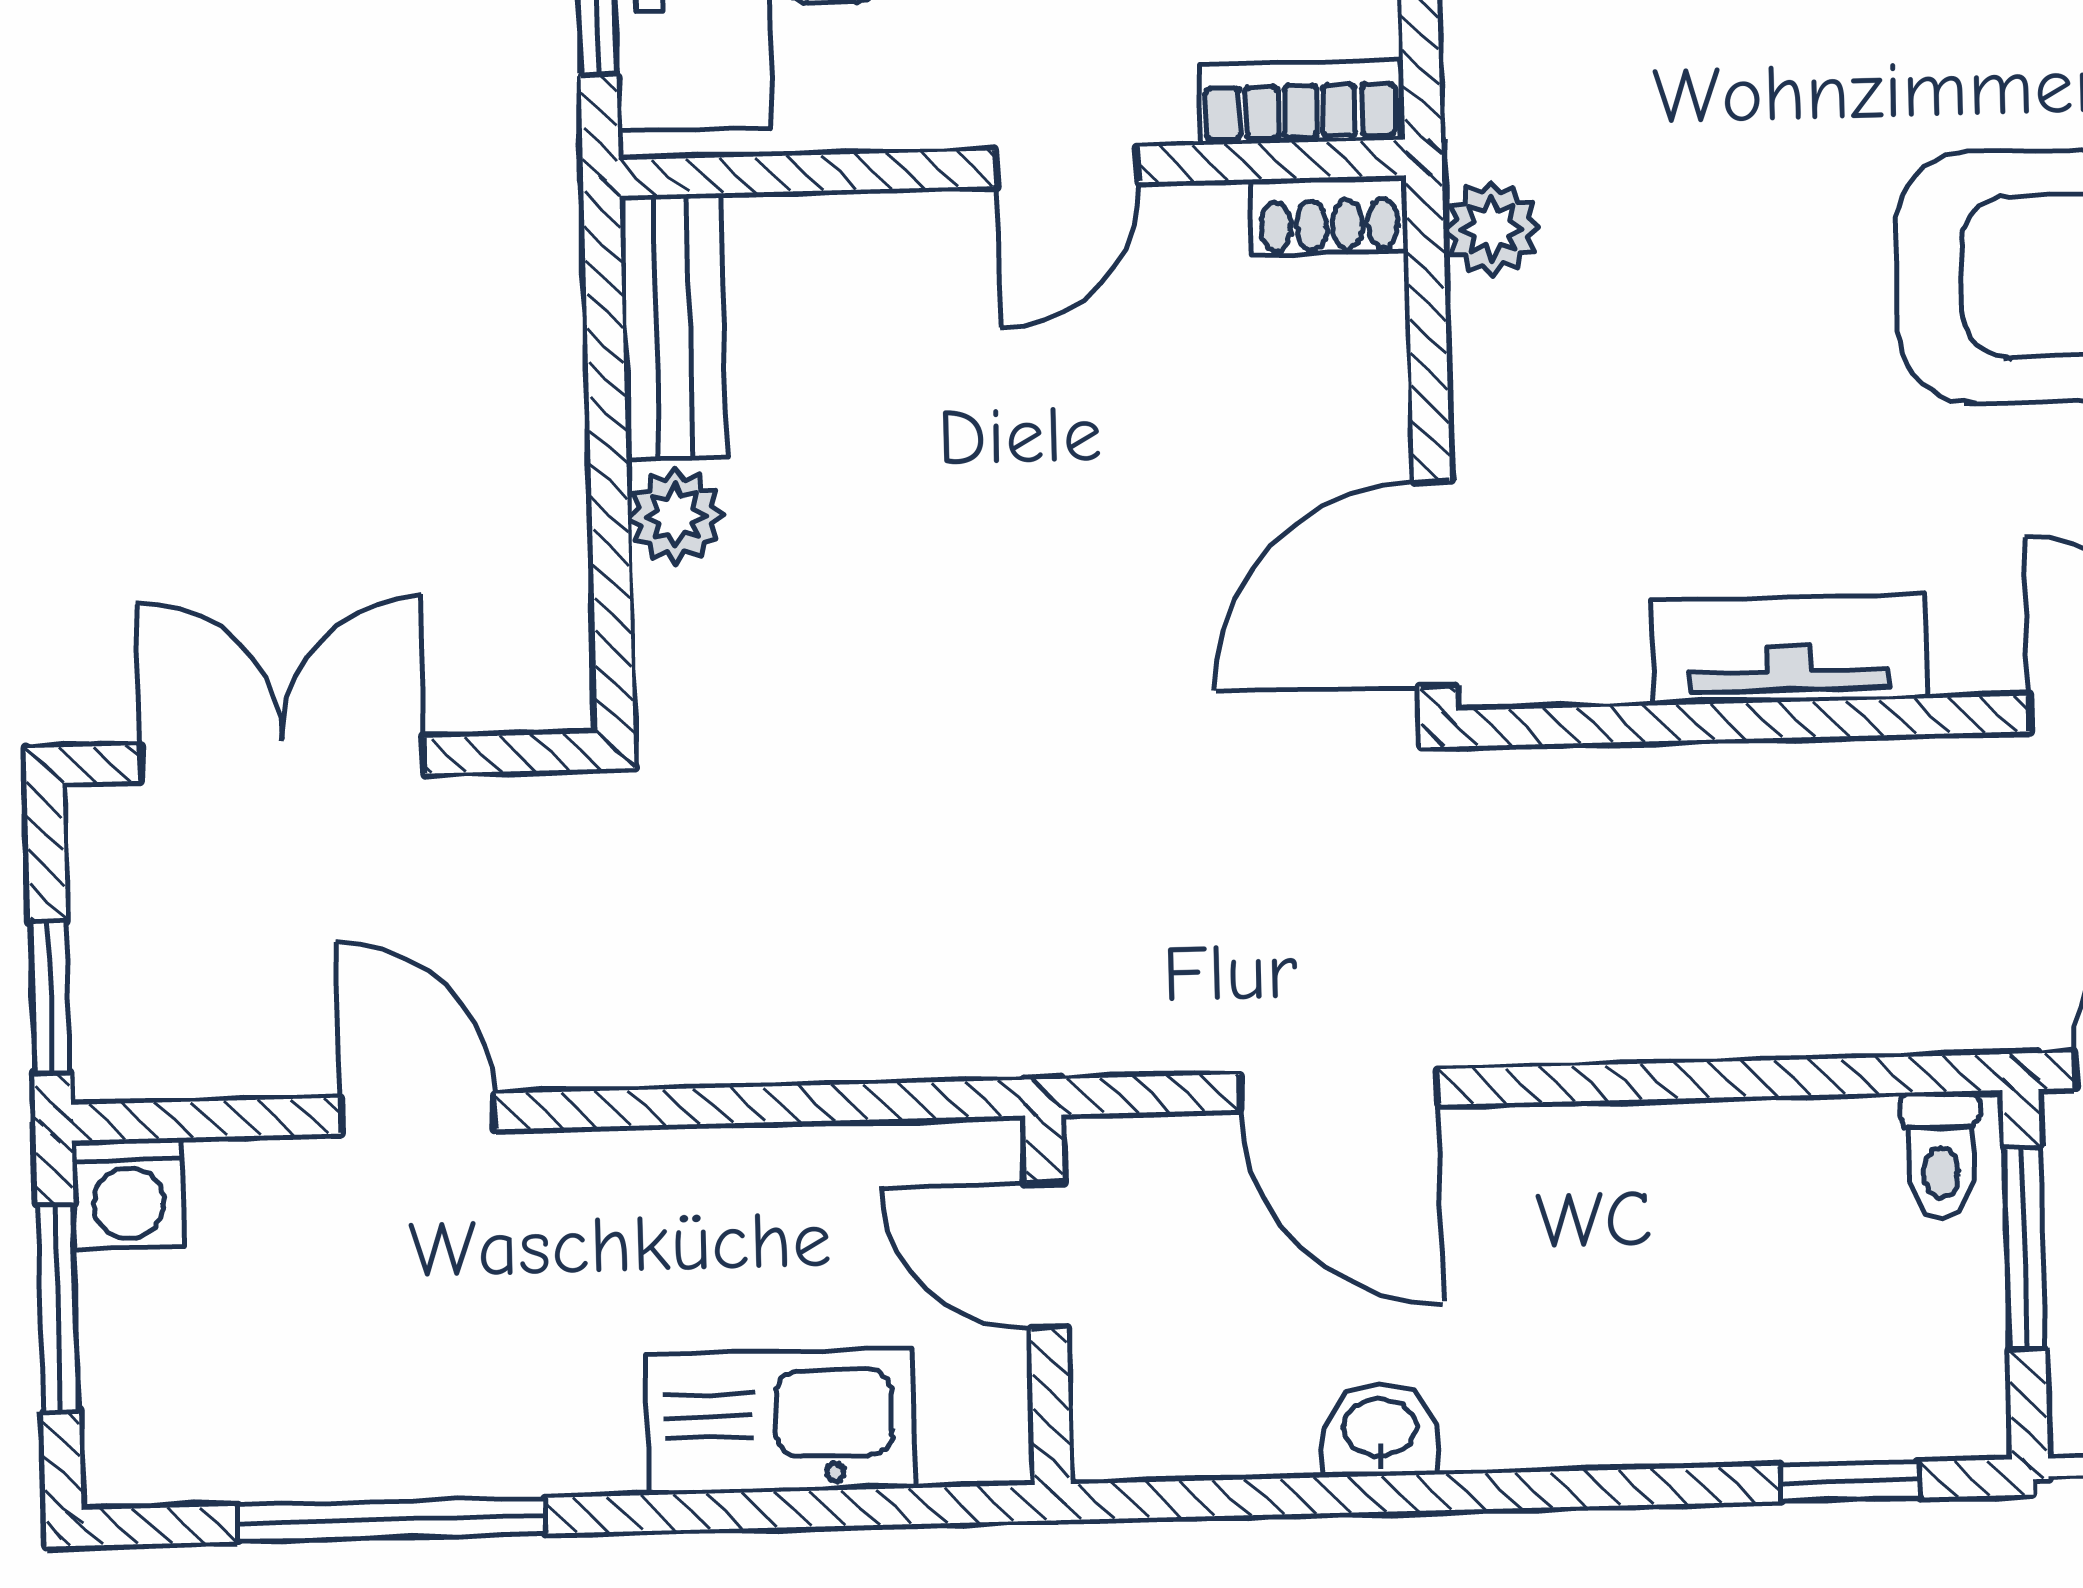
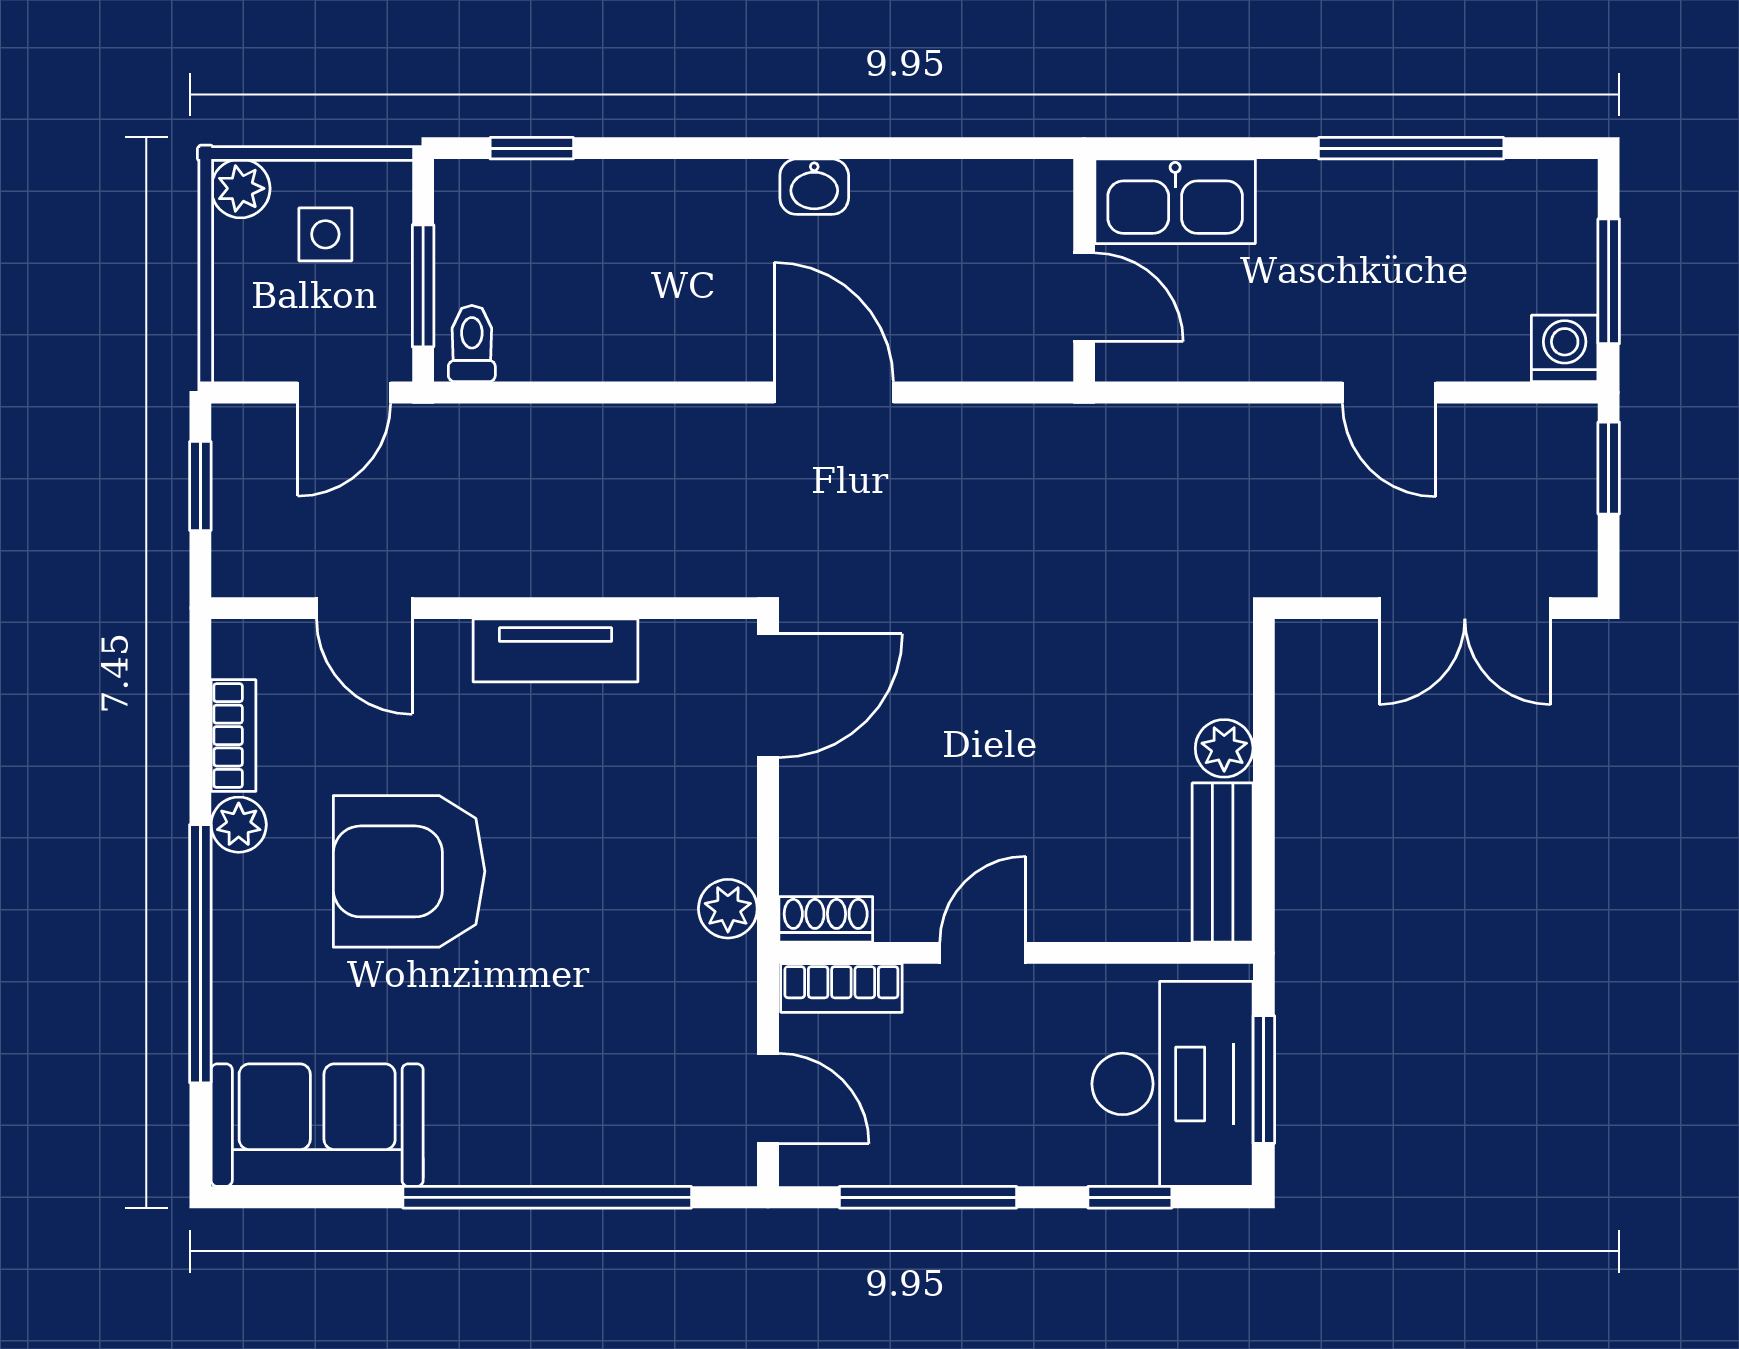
door: (1047, 1255) -> (1084, 297), moved
wall: (1048, 1300) -> (1084, 270), moved

